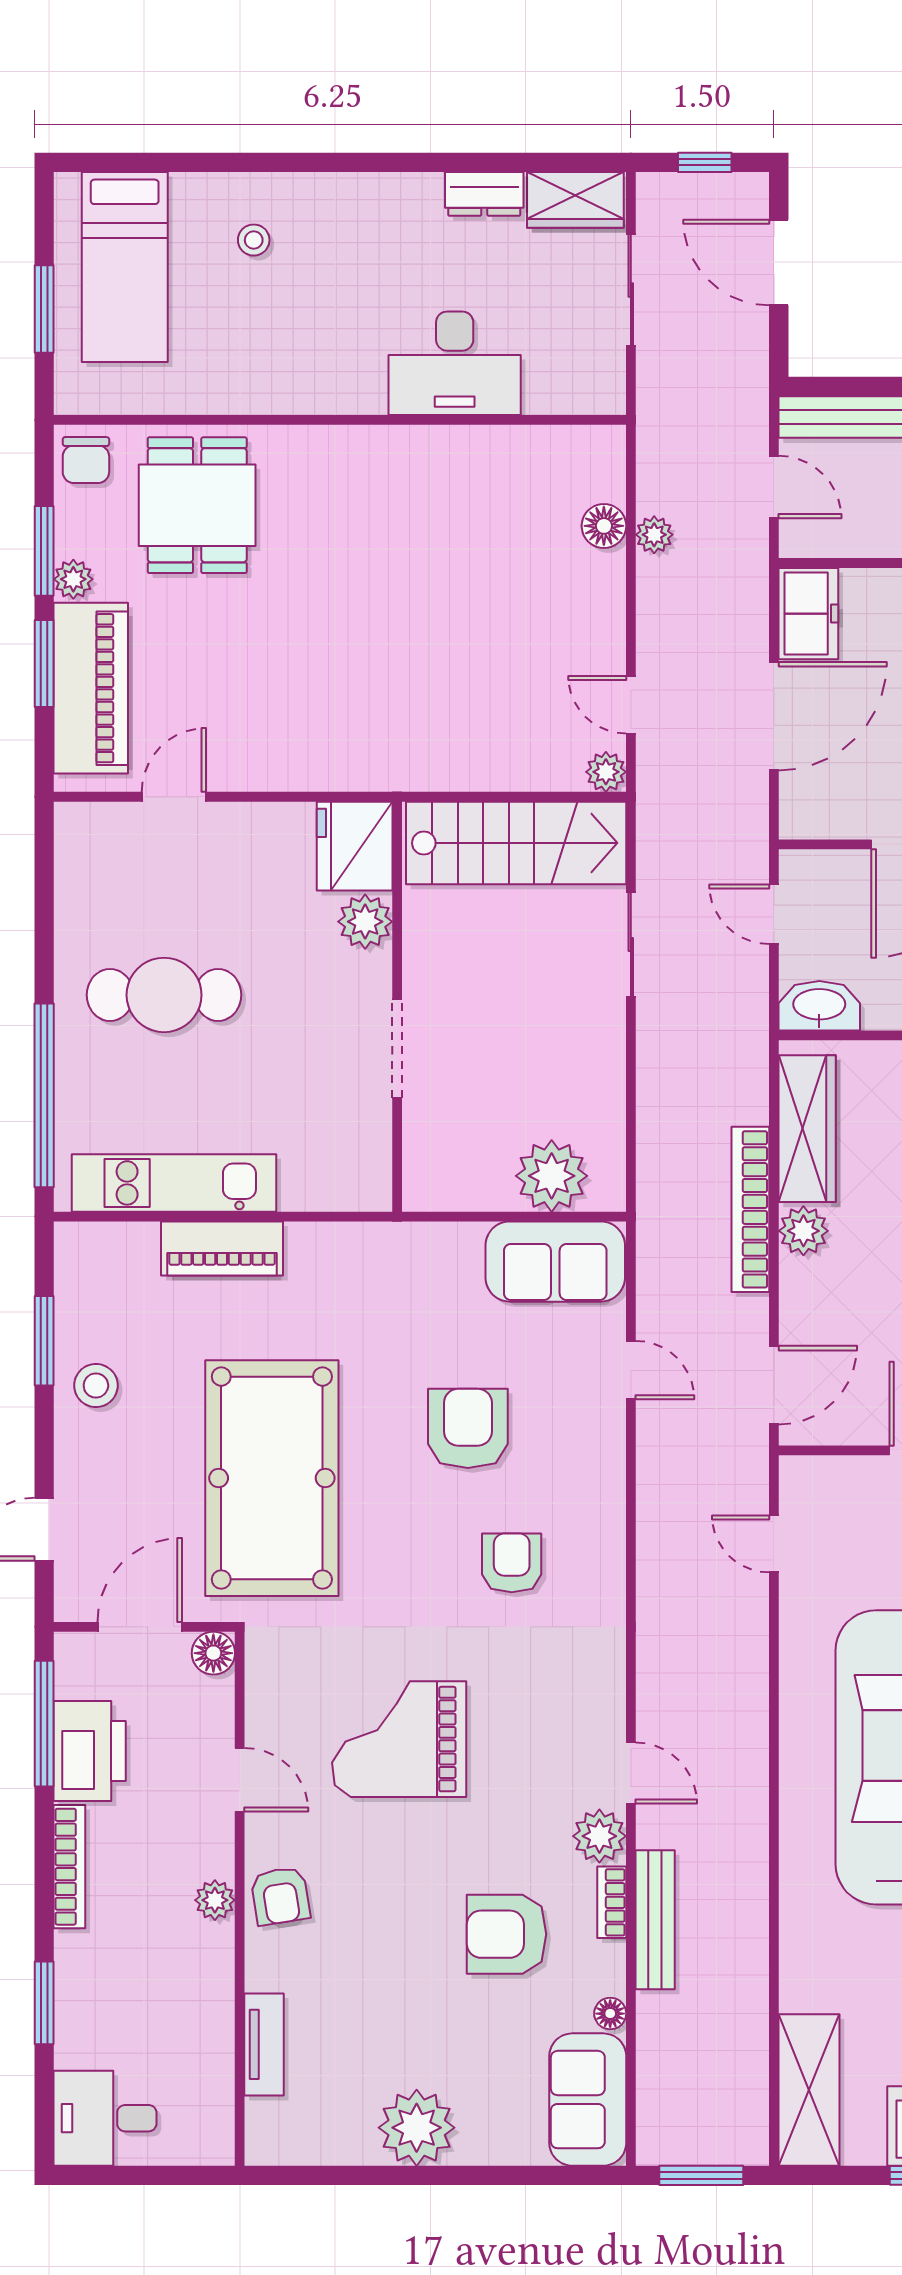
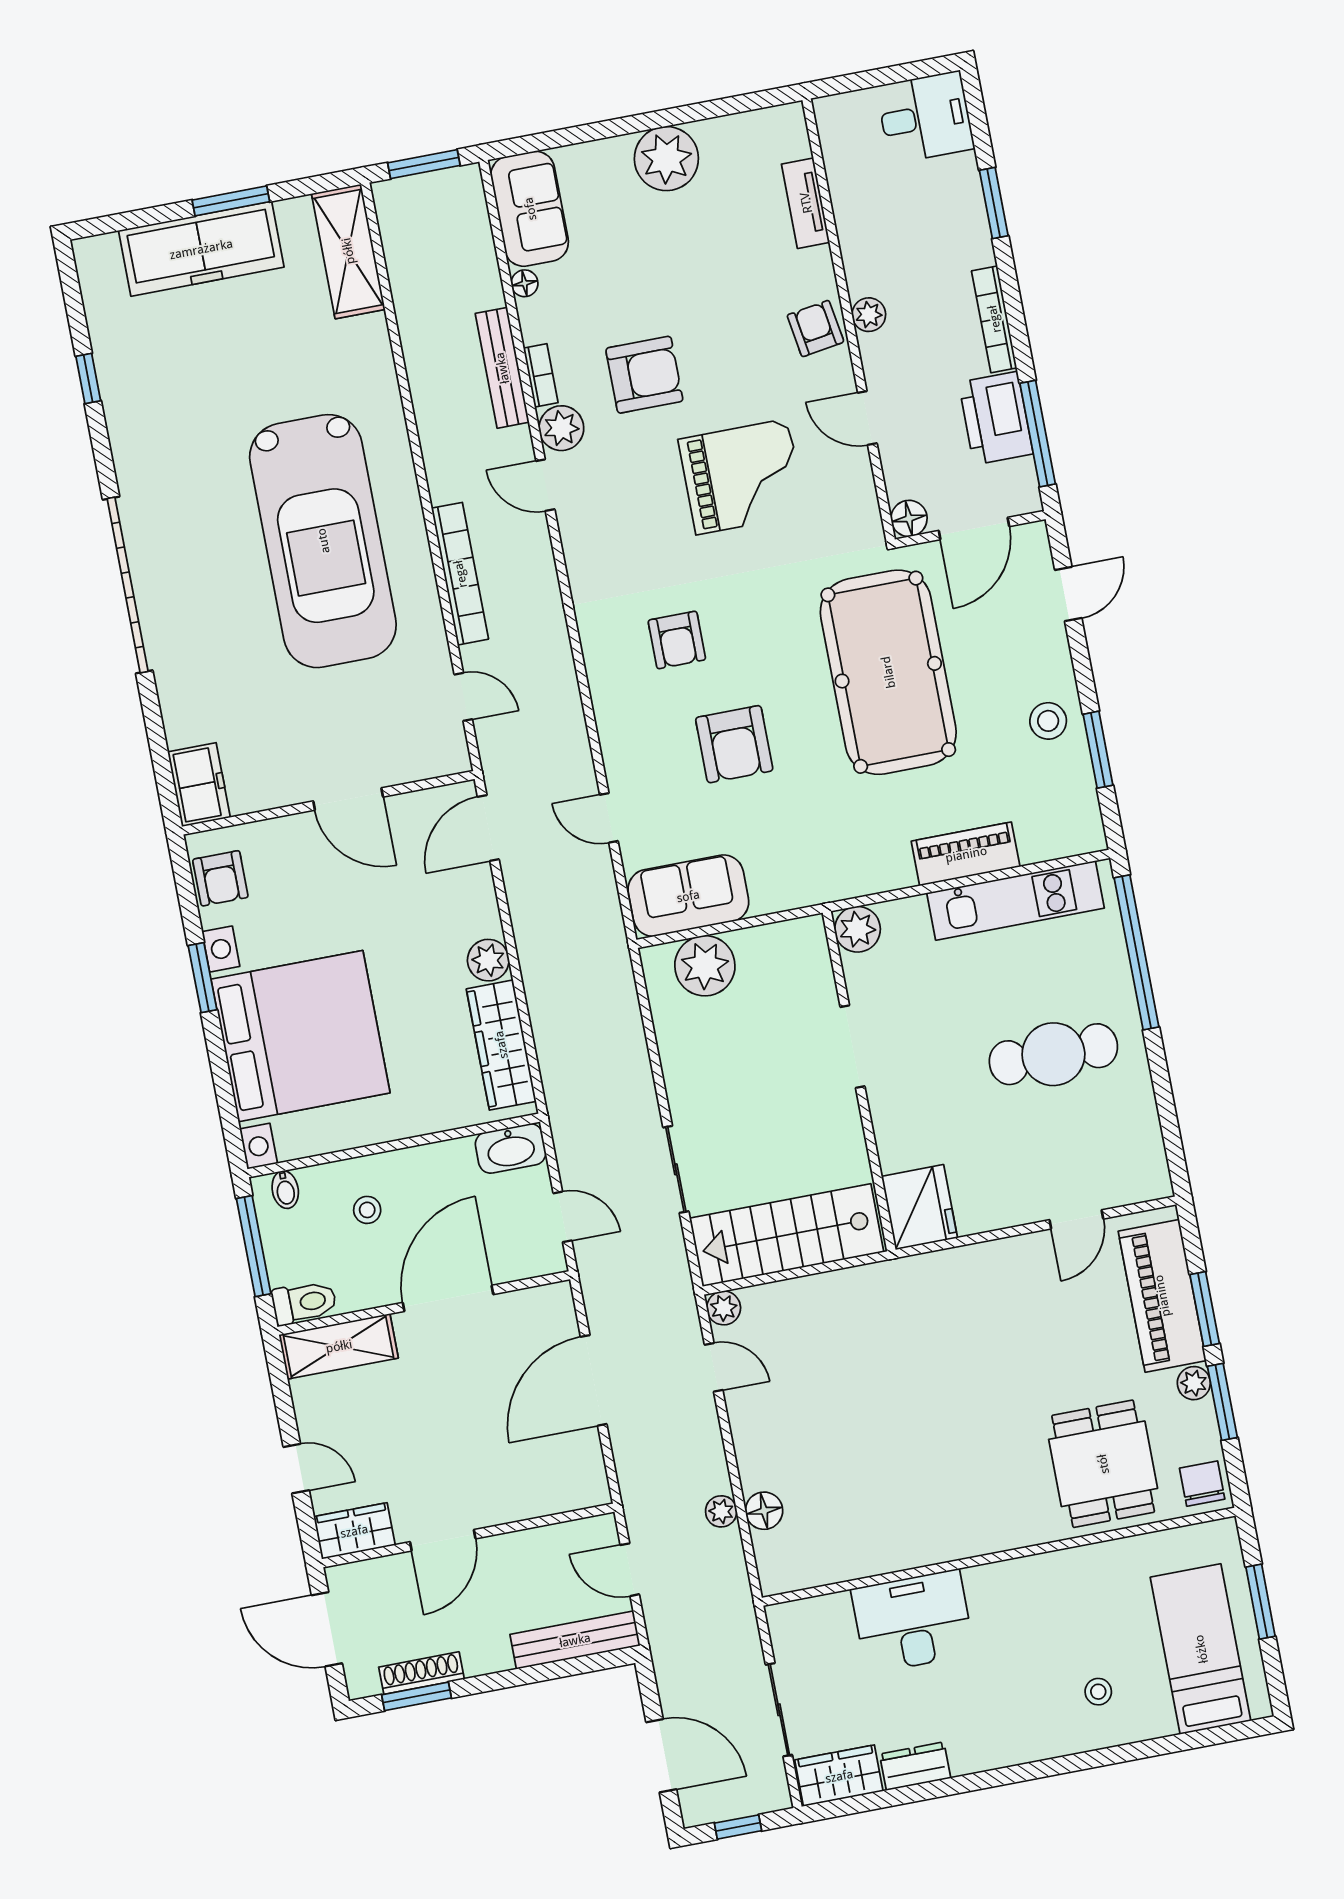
freezer: (808, 614) -> (581, 1471), removed
plant: (365, 922) -> (857, 929), moved
bookcase: (750, 1209) -> (460, 574), moved
armchair: (506, 1934) -> (644, 375), moved

